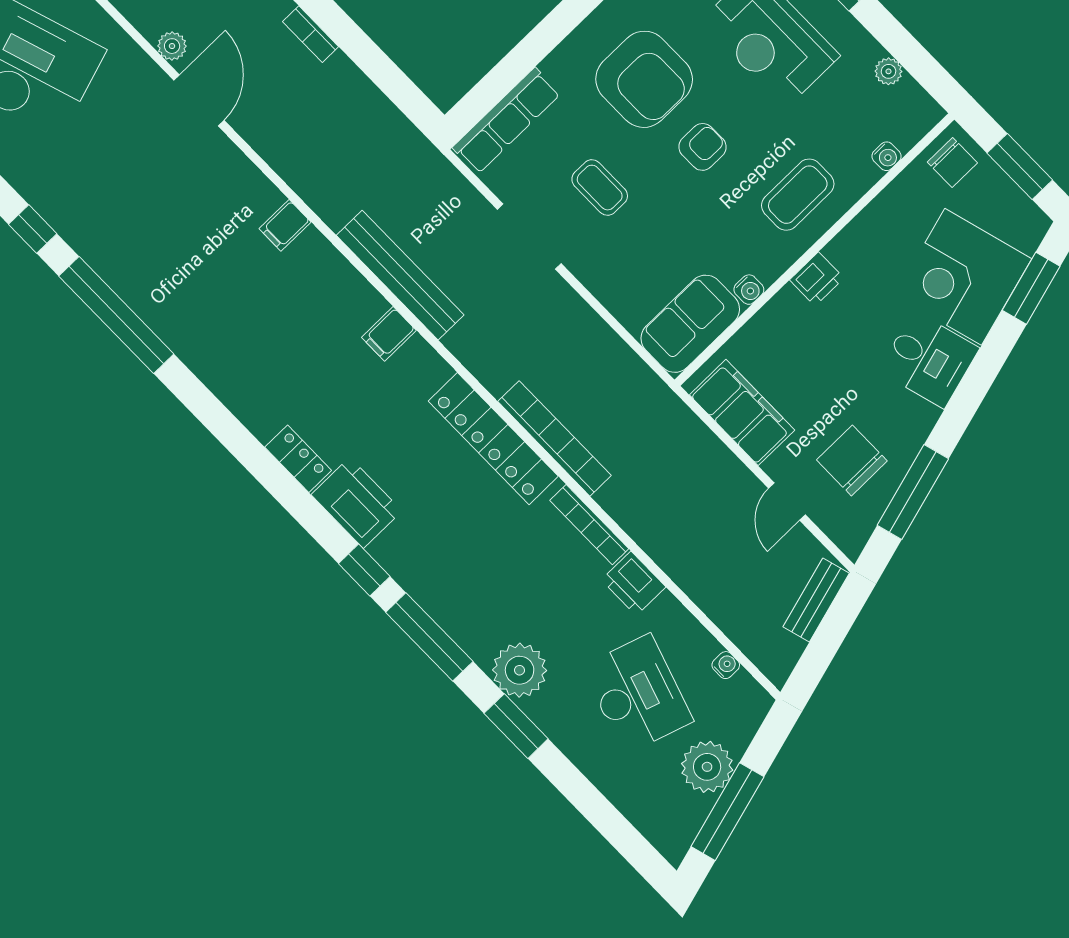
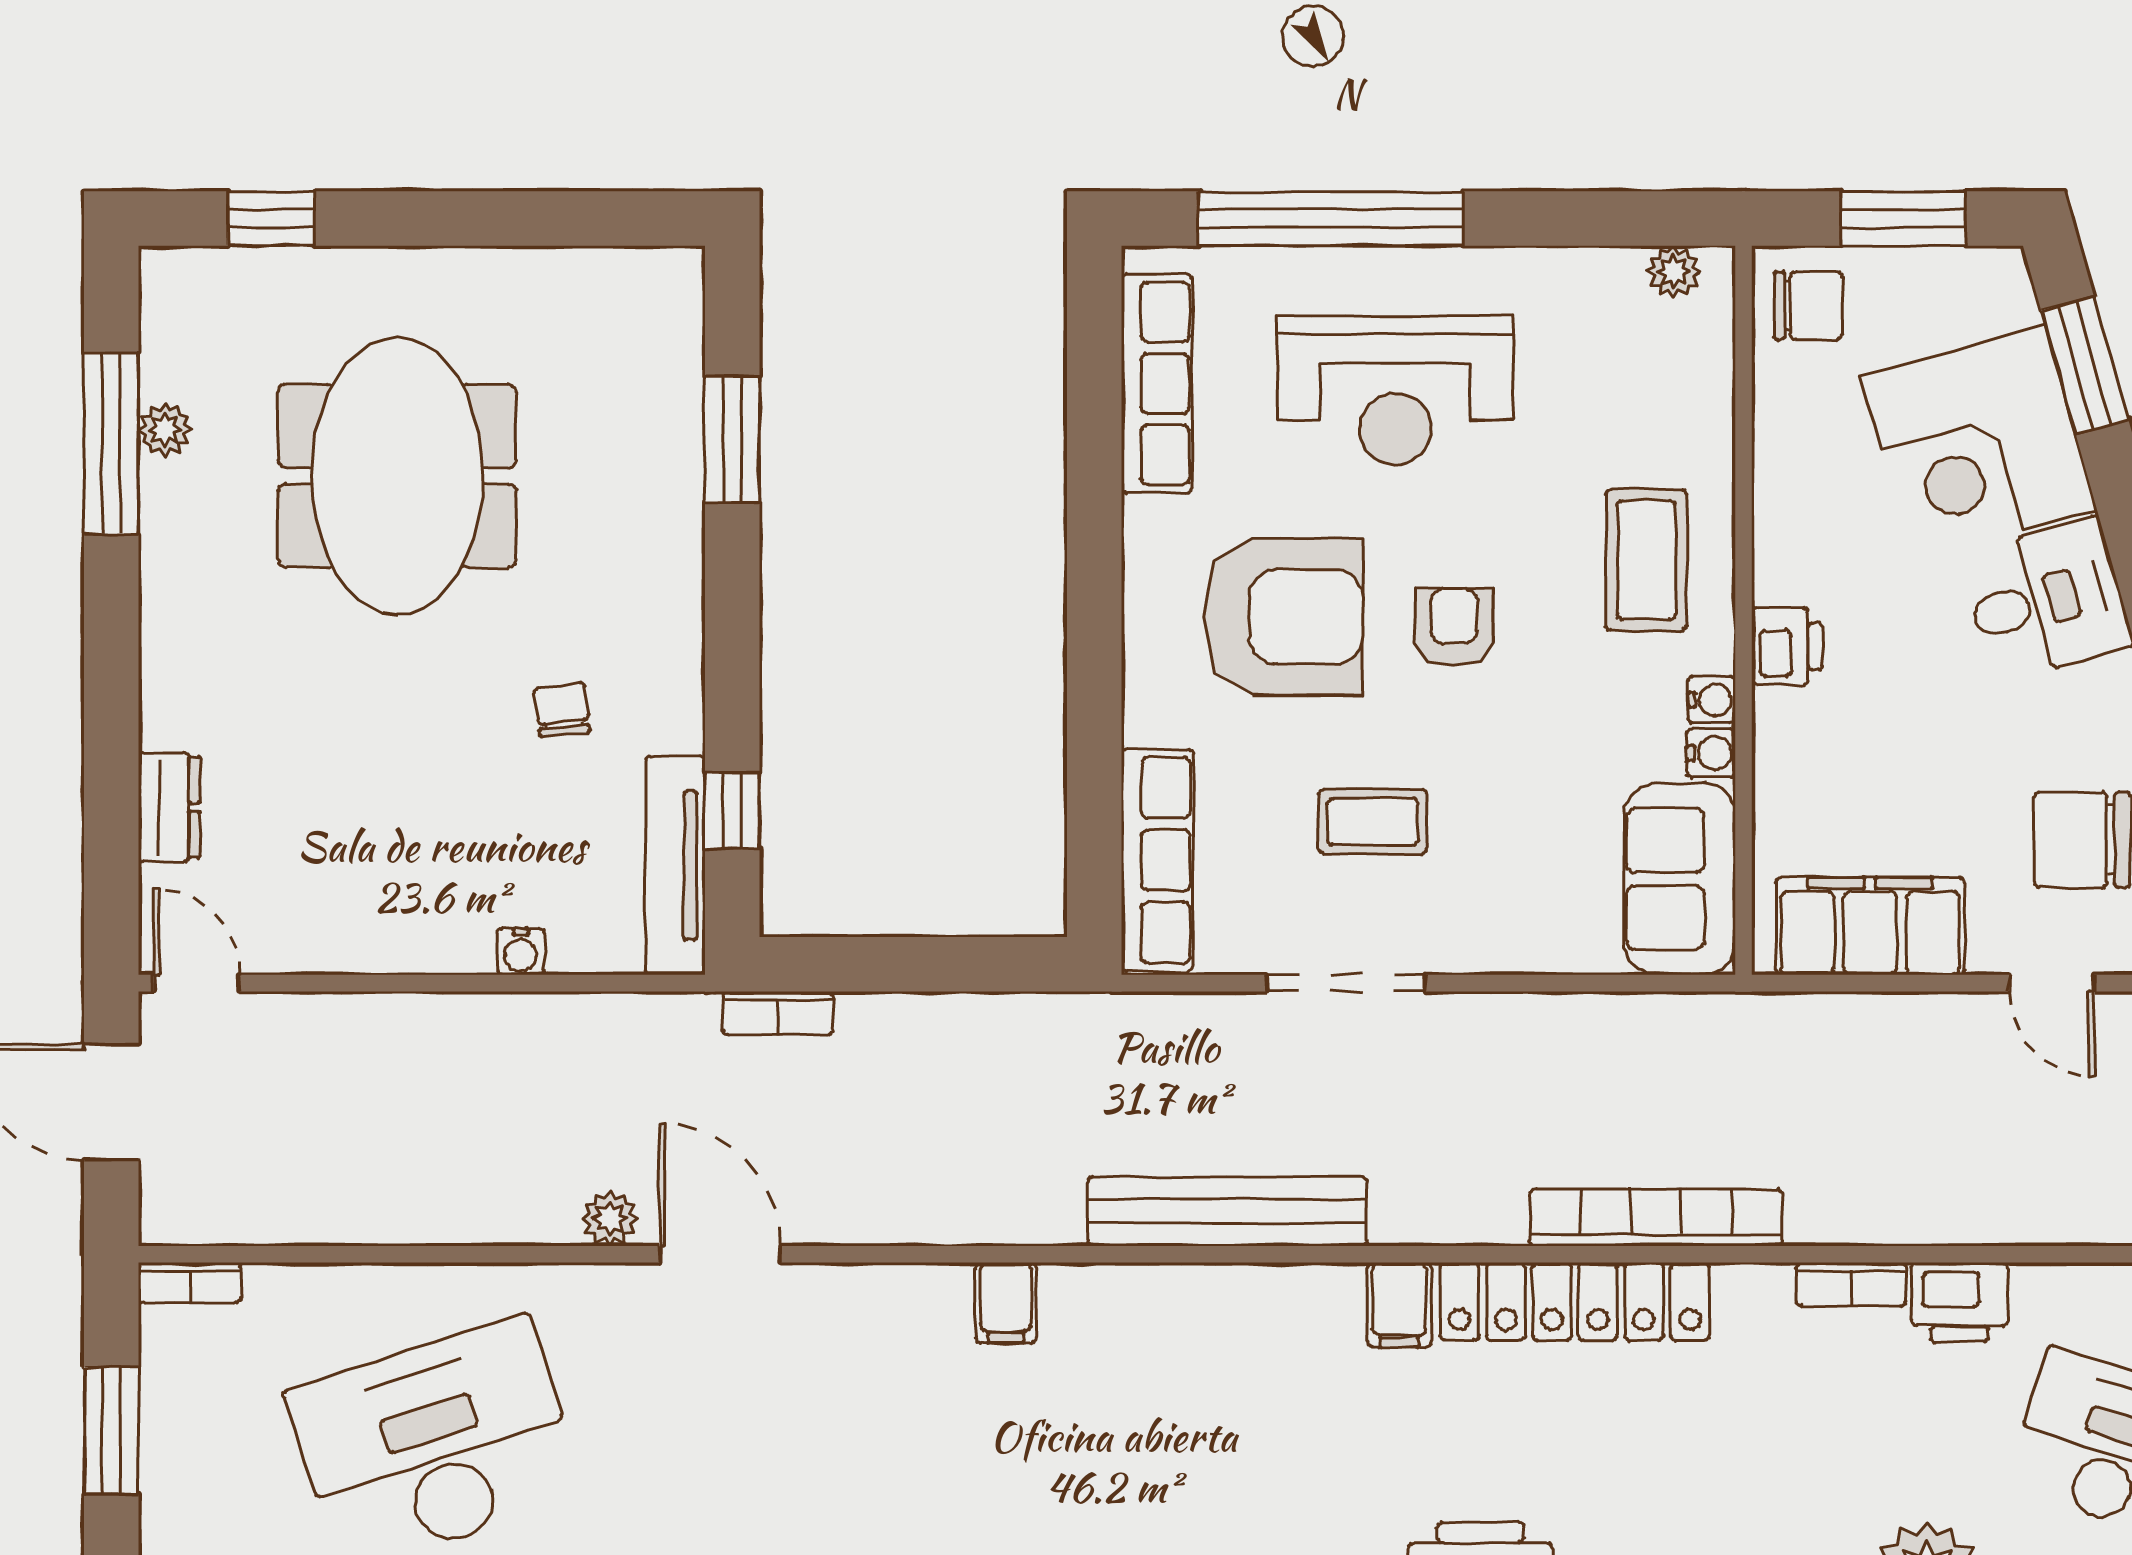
plant: (888, 71) -> (1674, 272), moved
water cooler: (887, 156) -> (1712, 700), moved
filing cabinet: (389, 334) -> (1399, 1305), moved
bookcase: (589, 525) -> (1851, 1284), width x0.64

